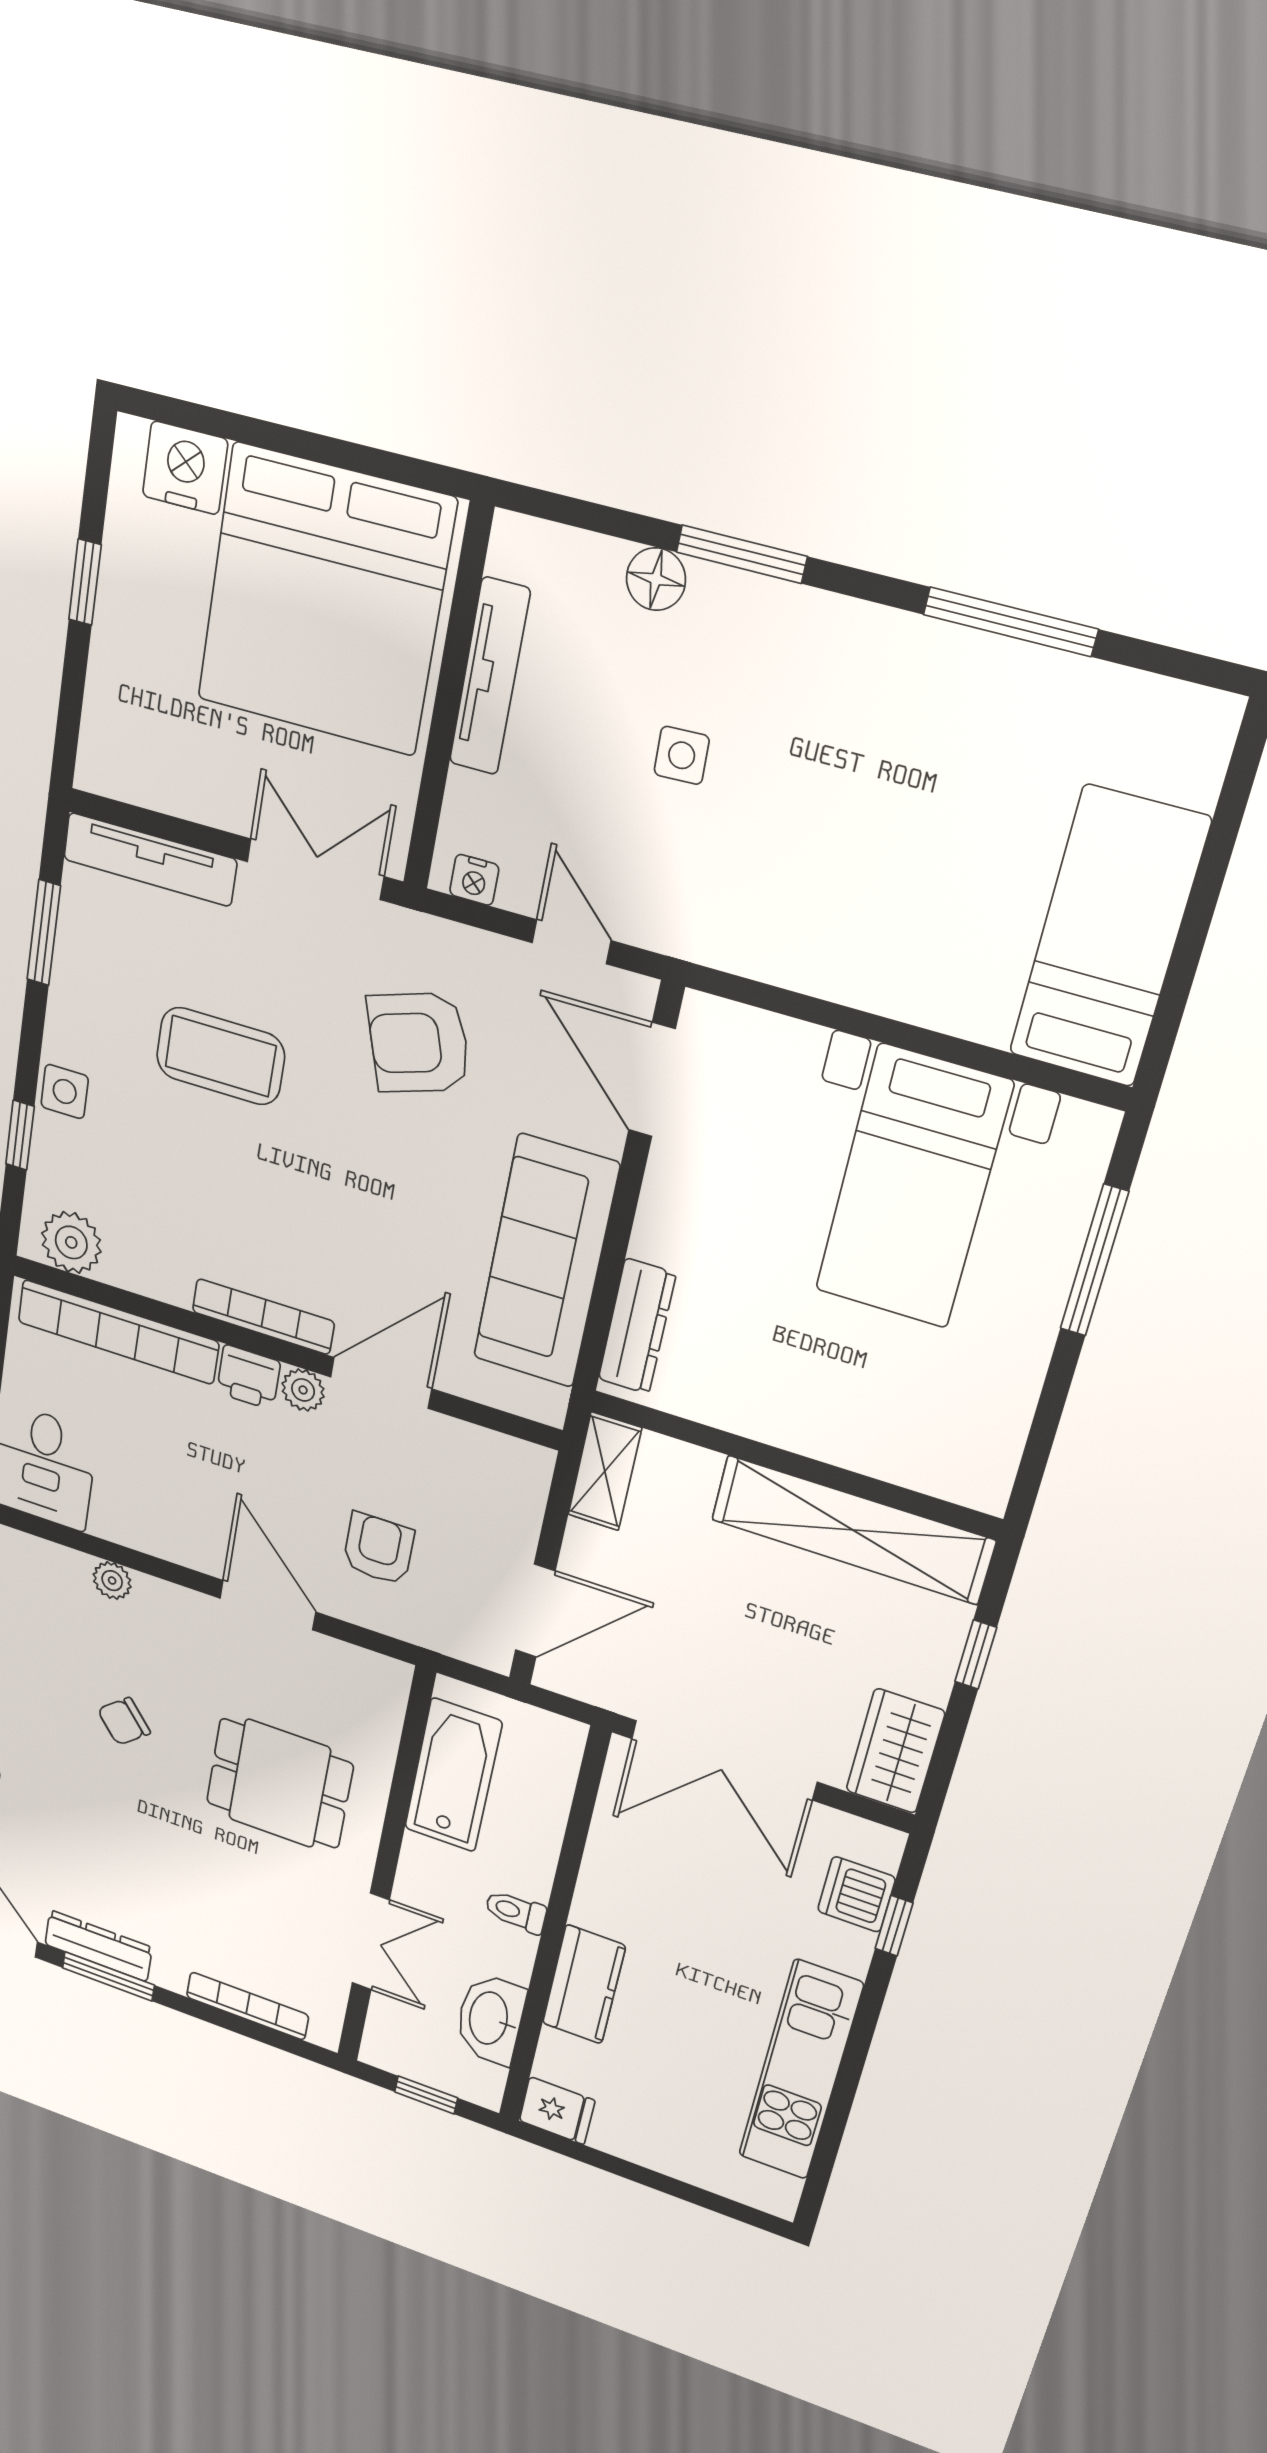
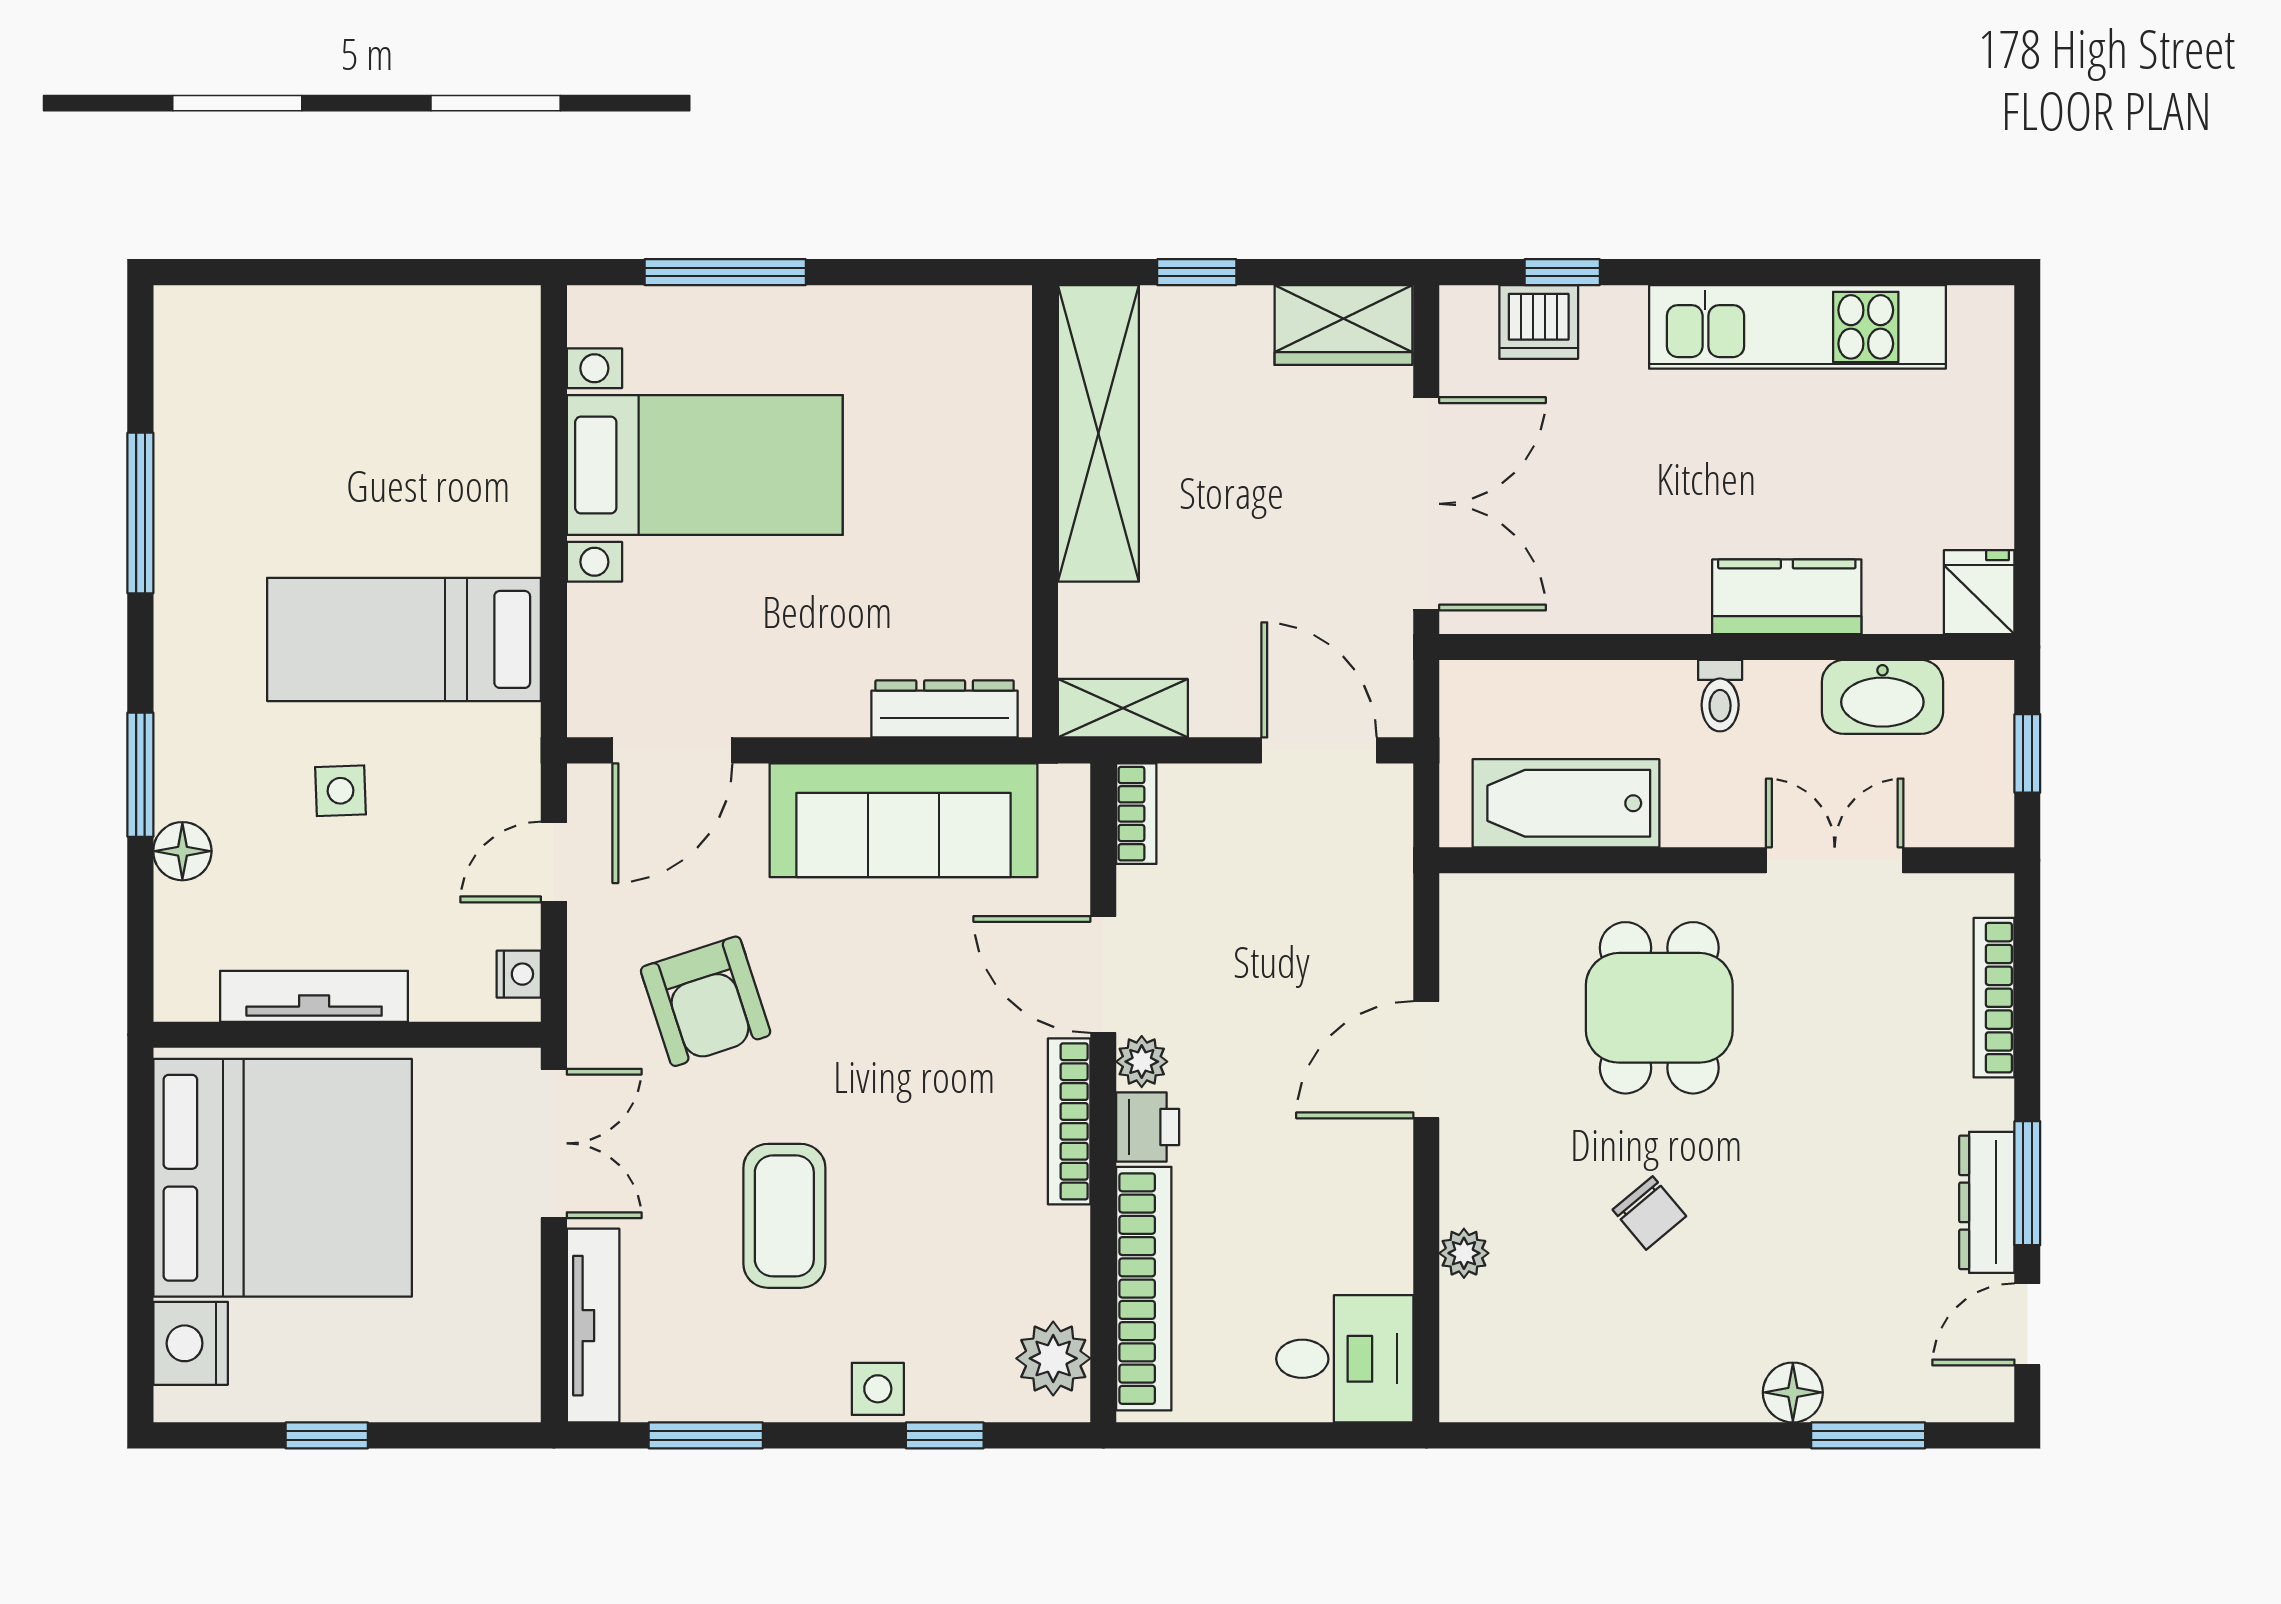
double door: (315, 869) -> (554, 1143), swing flipped
bed: (1109, 938) -> (404, 639), moved
bookcase: (512, 1453) -> (1136, 814), added
armchair: (378, 1549) -> (1307, 942), removed

